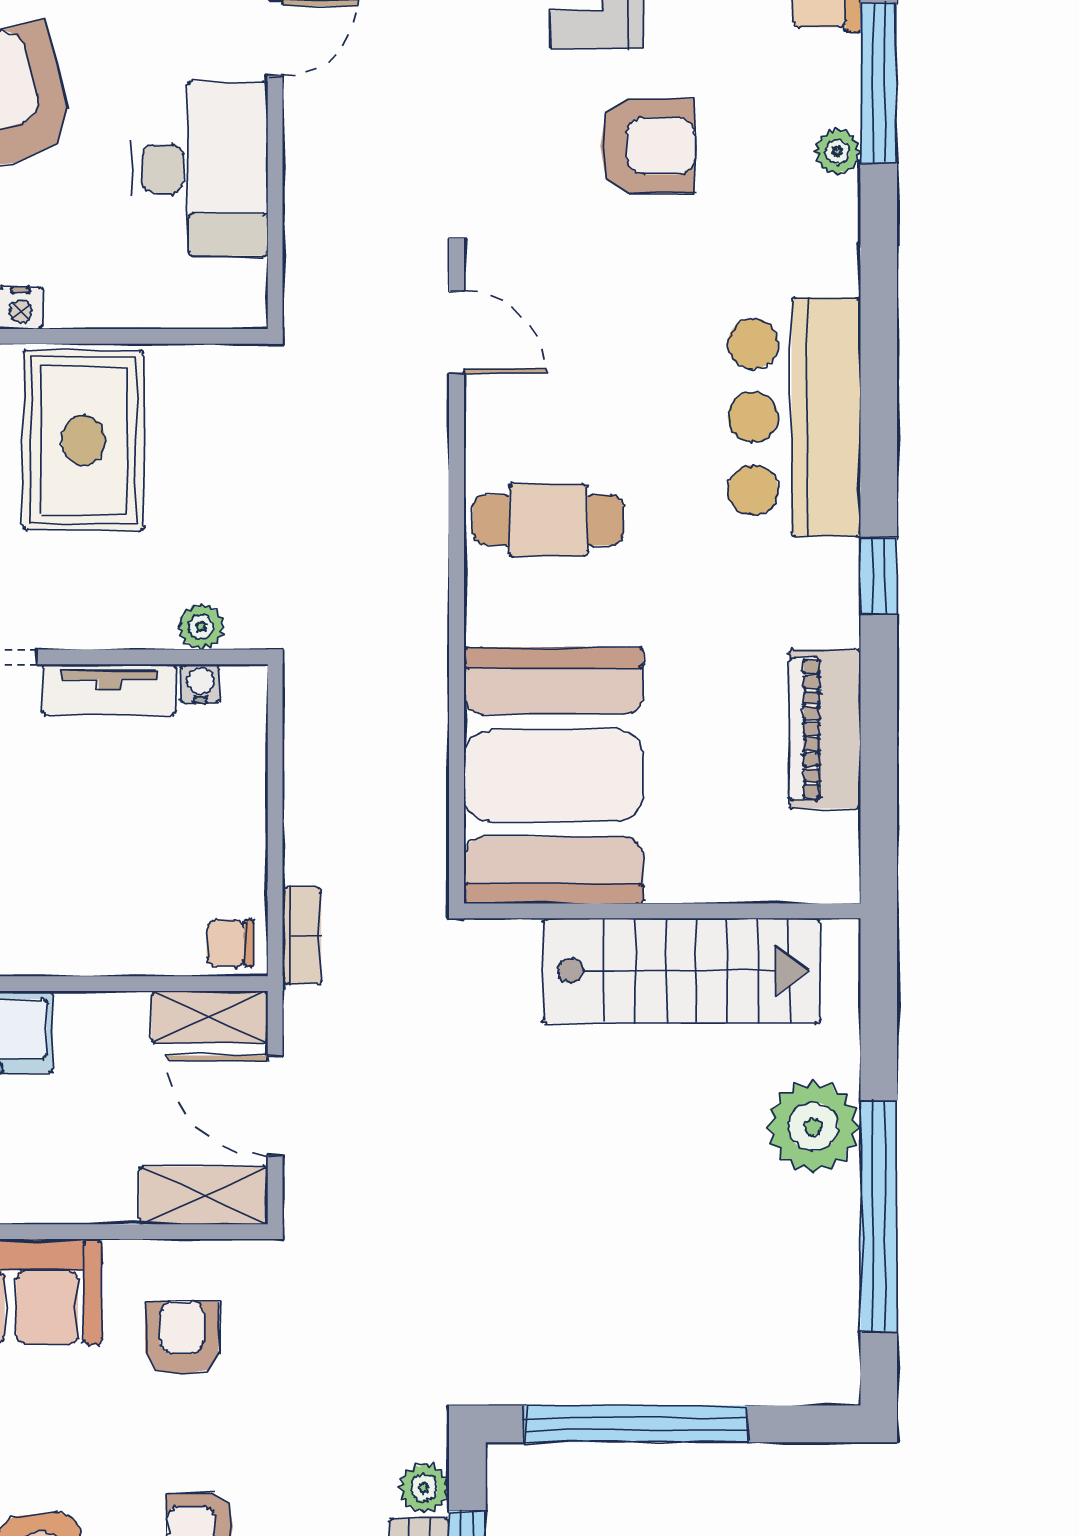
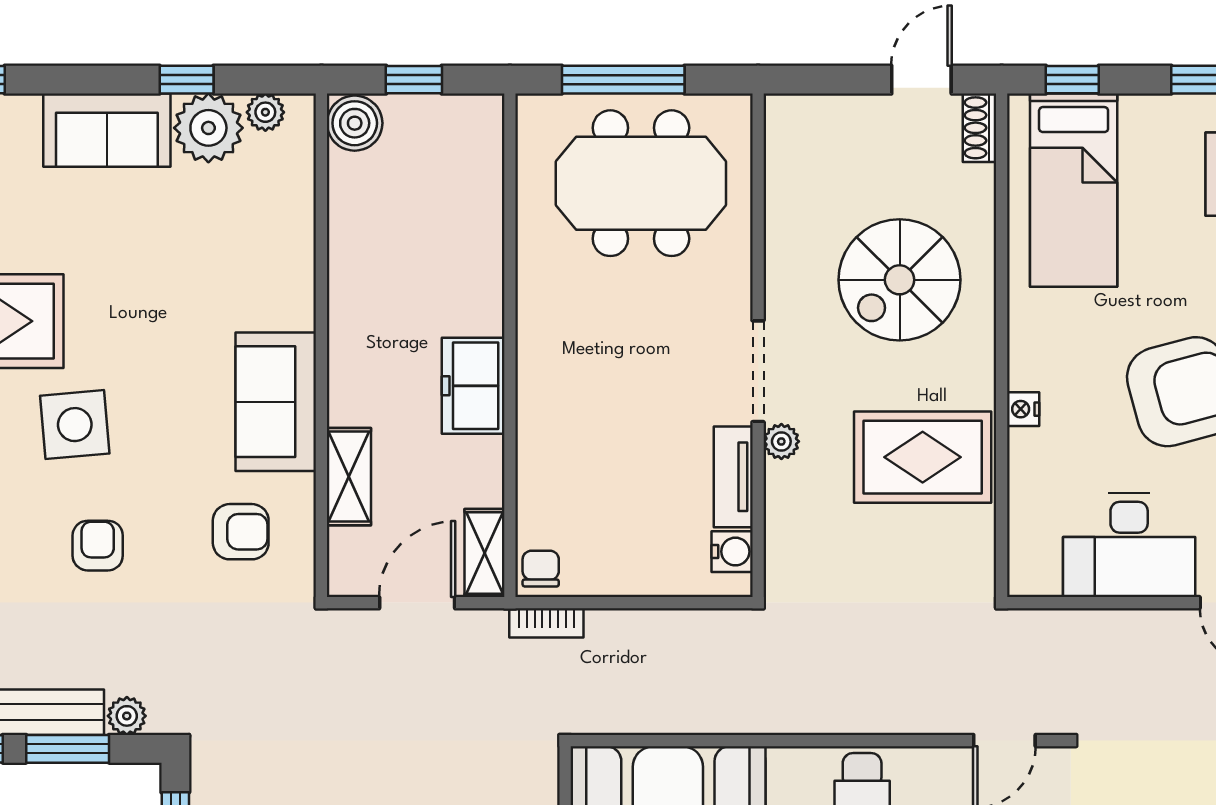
plant: (201, 626) -> (781, 441), moved
water cooler: (200, 684) -> (732, 552), width x1.38, depth x1.38
shelving: (204, 1195) -> (349, 477), moved

